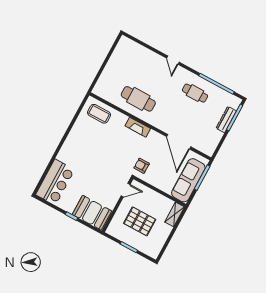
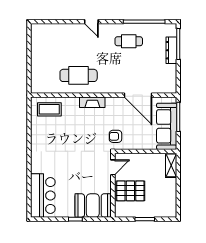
pallet: (140, 221) -> (130, 191), moved

